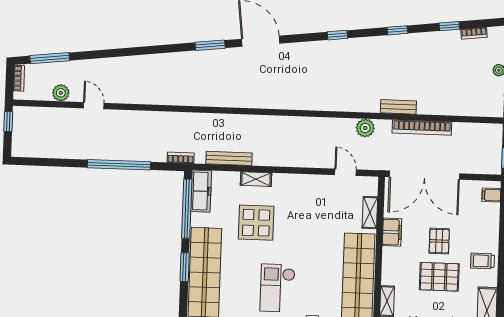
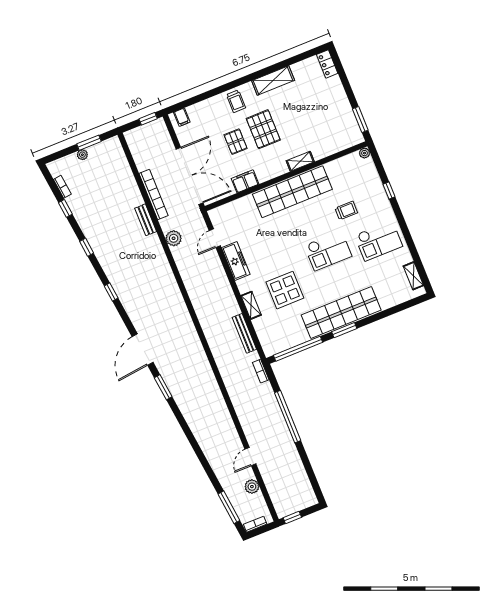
freezer: (201, 191) -> (236, 261), moved, turned 90
shelving: (370, 213) -> (238, 205), removed
pallet: (439, 241) -> (236, 142), turned 90

